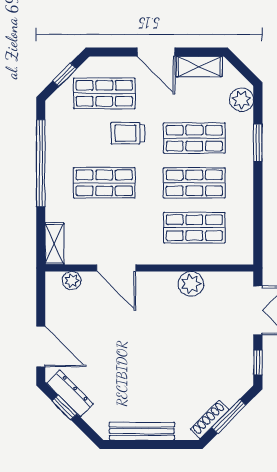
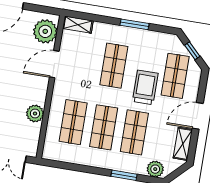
trolley: (128, 133) -> (145, 87), width x1.36, depth x1.39
window: (41, 163) -> (135, 24), width x0.47
plant: (72, 281) -> (45, 31), width x1.87, depth x1.87

